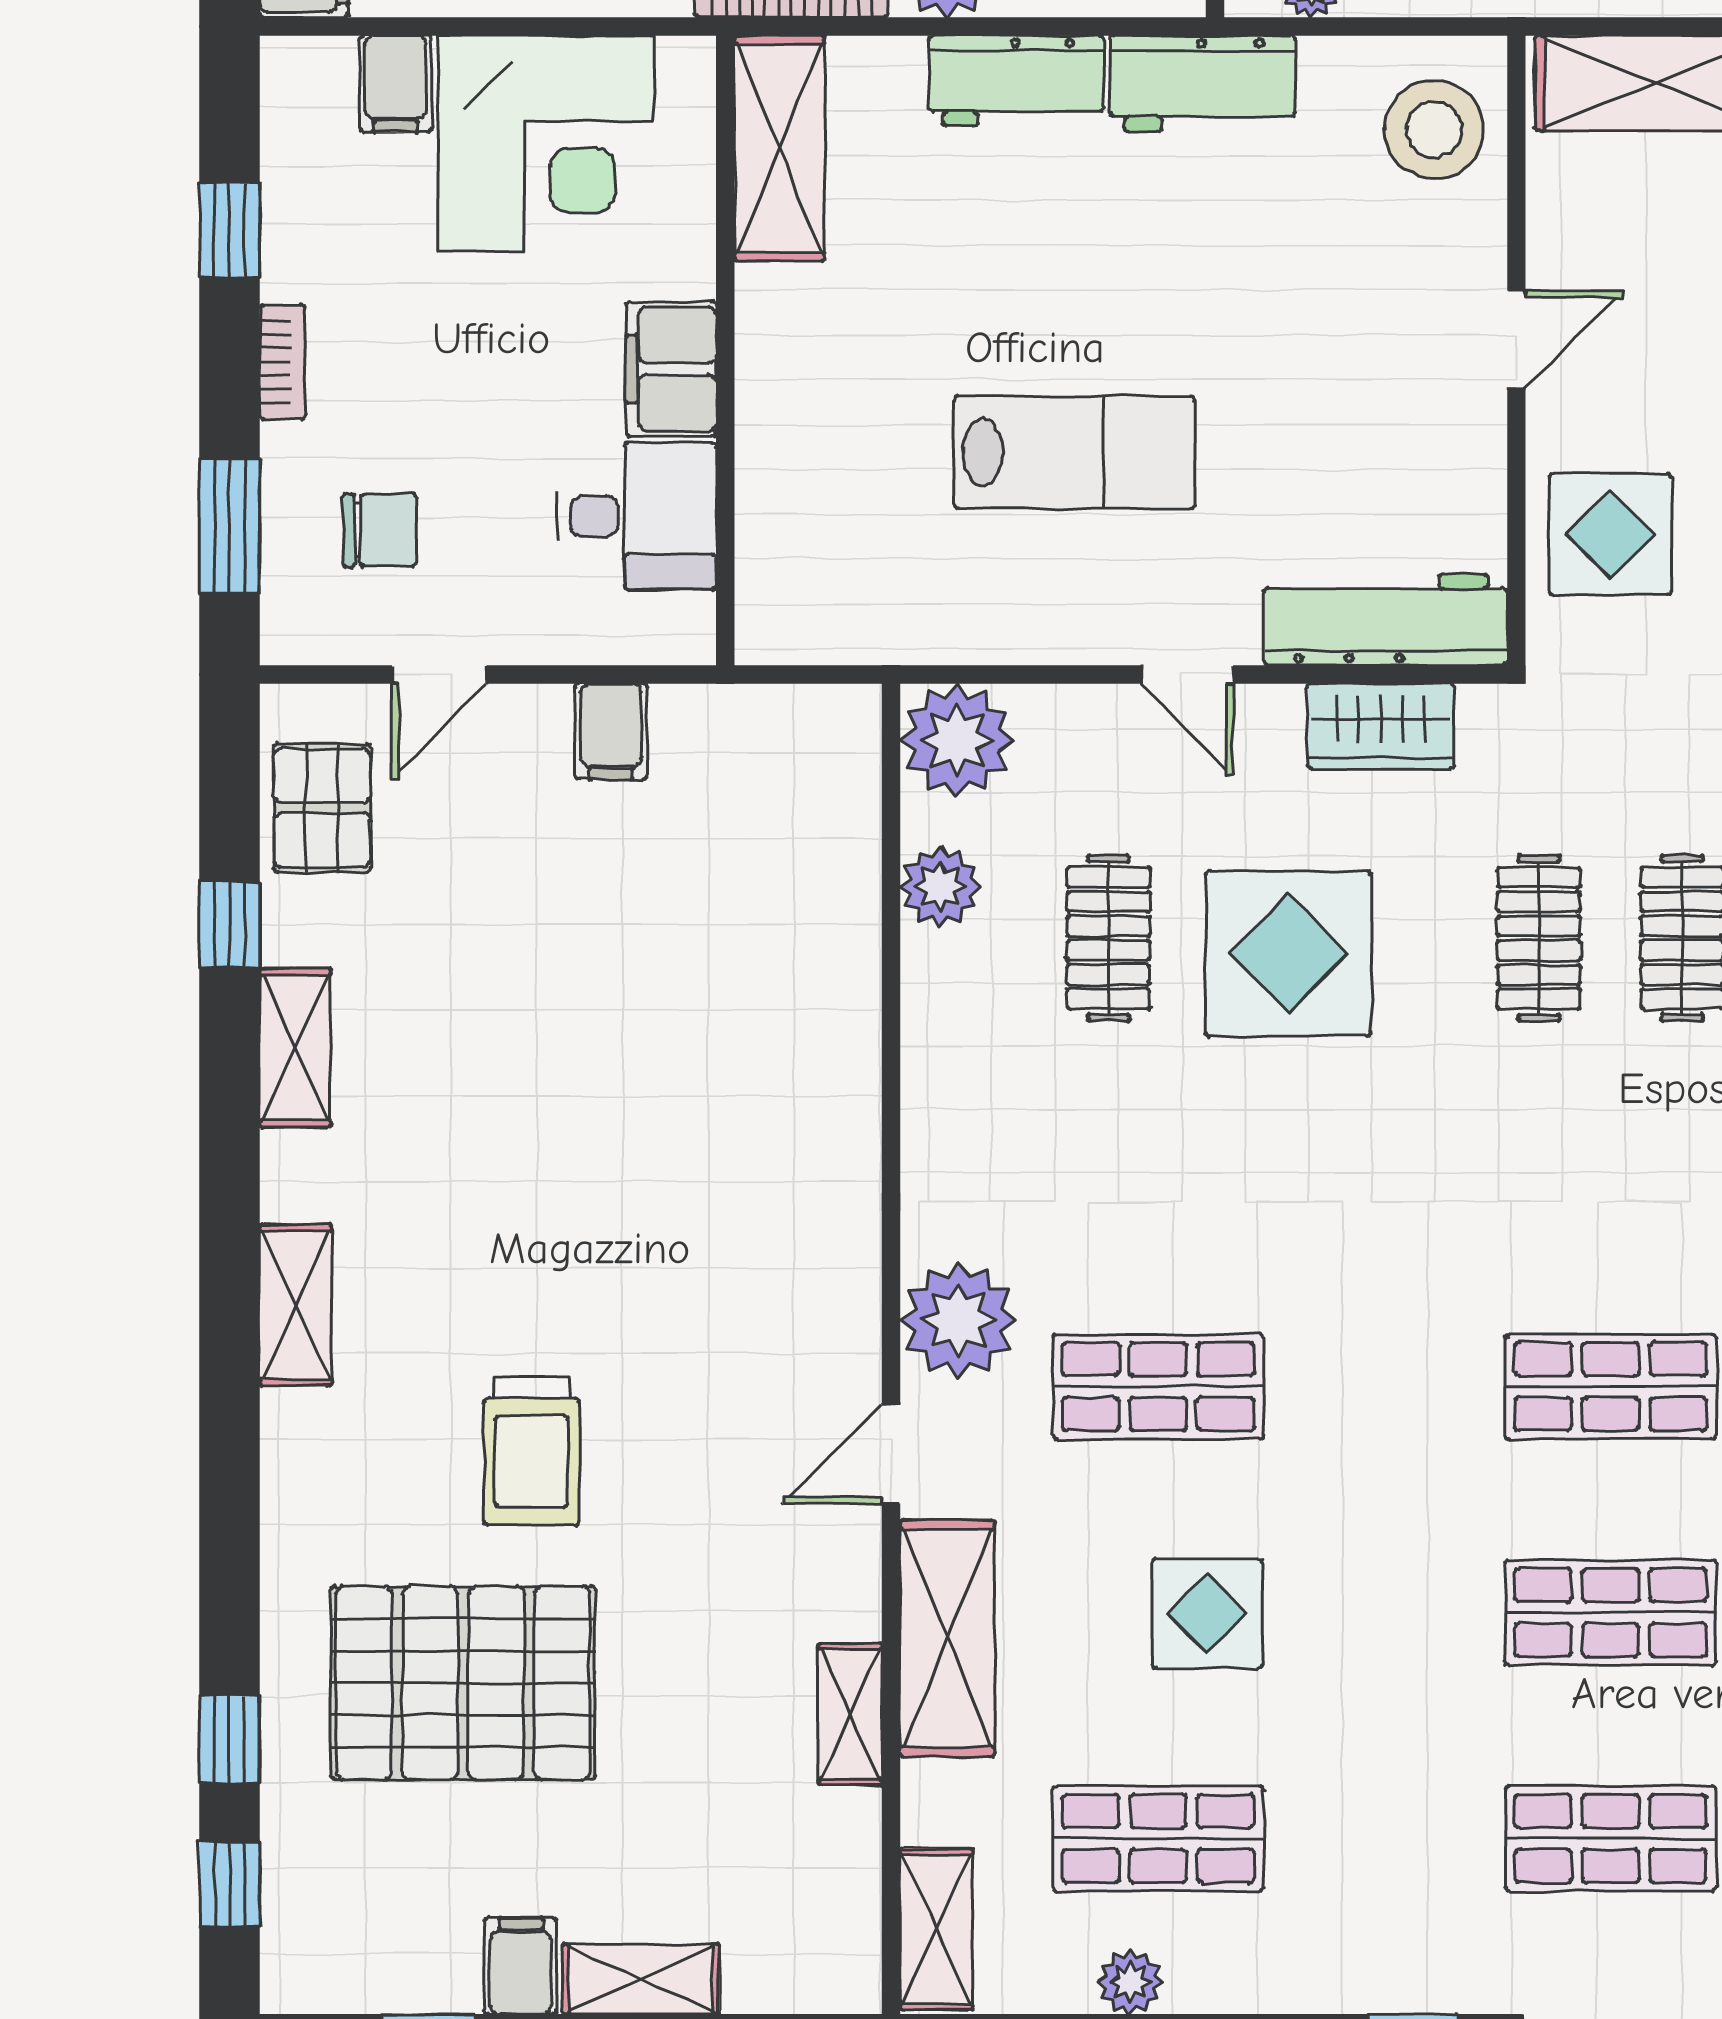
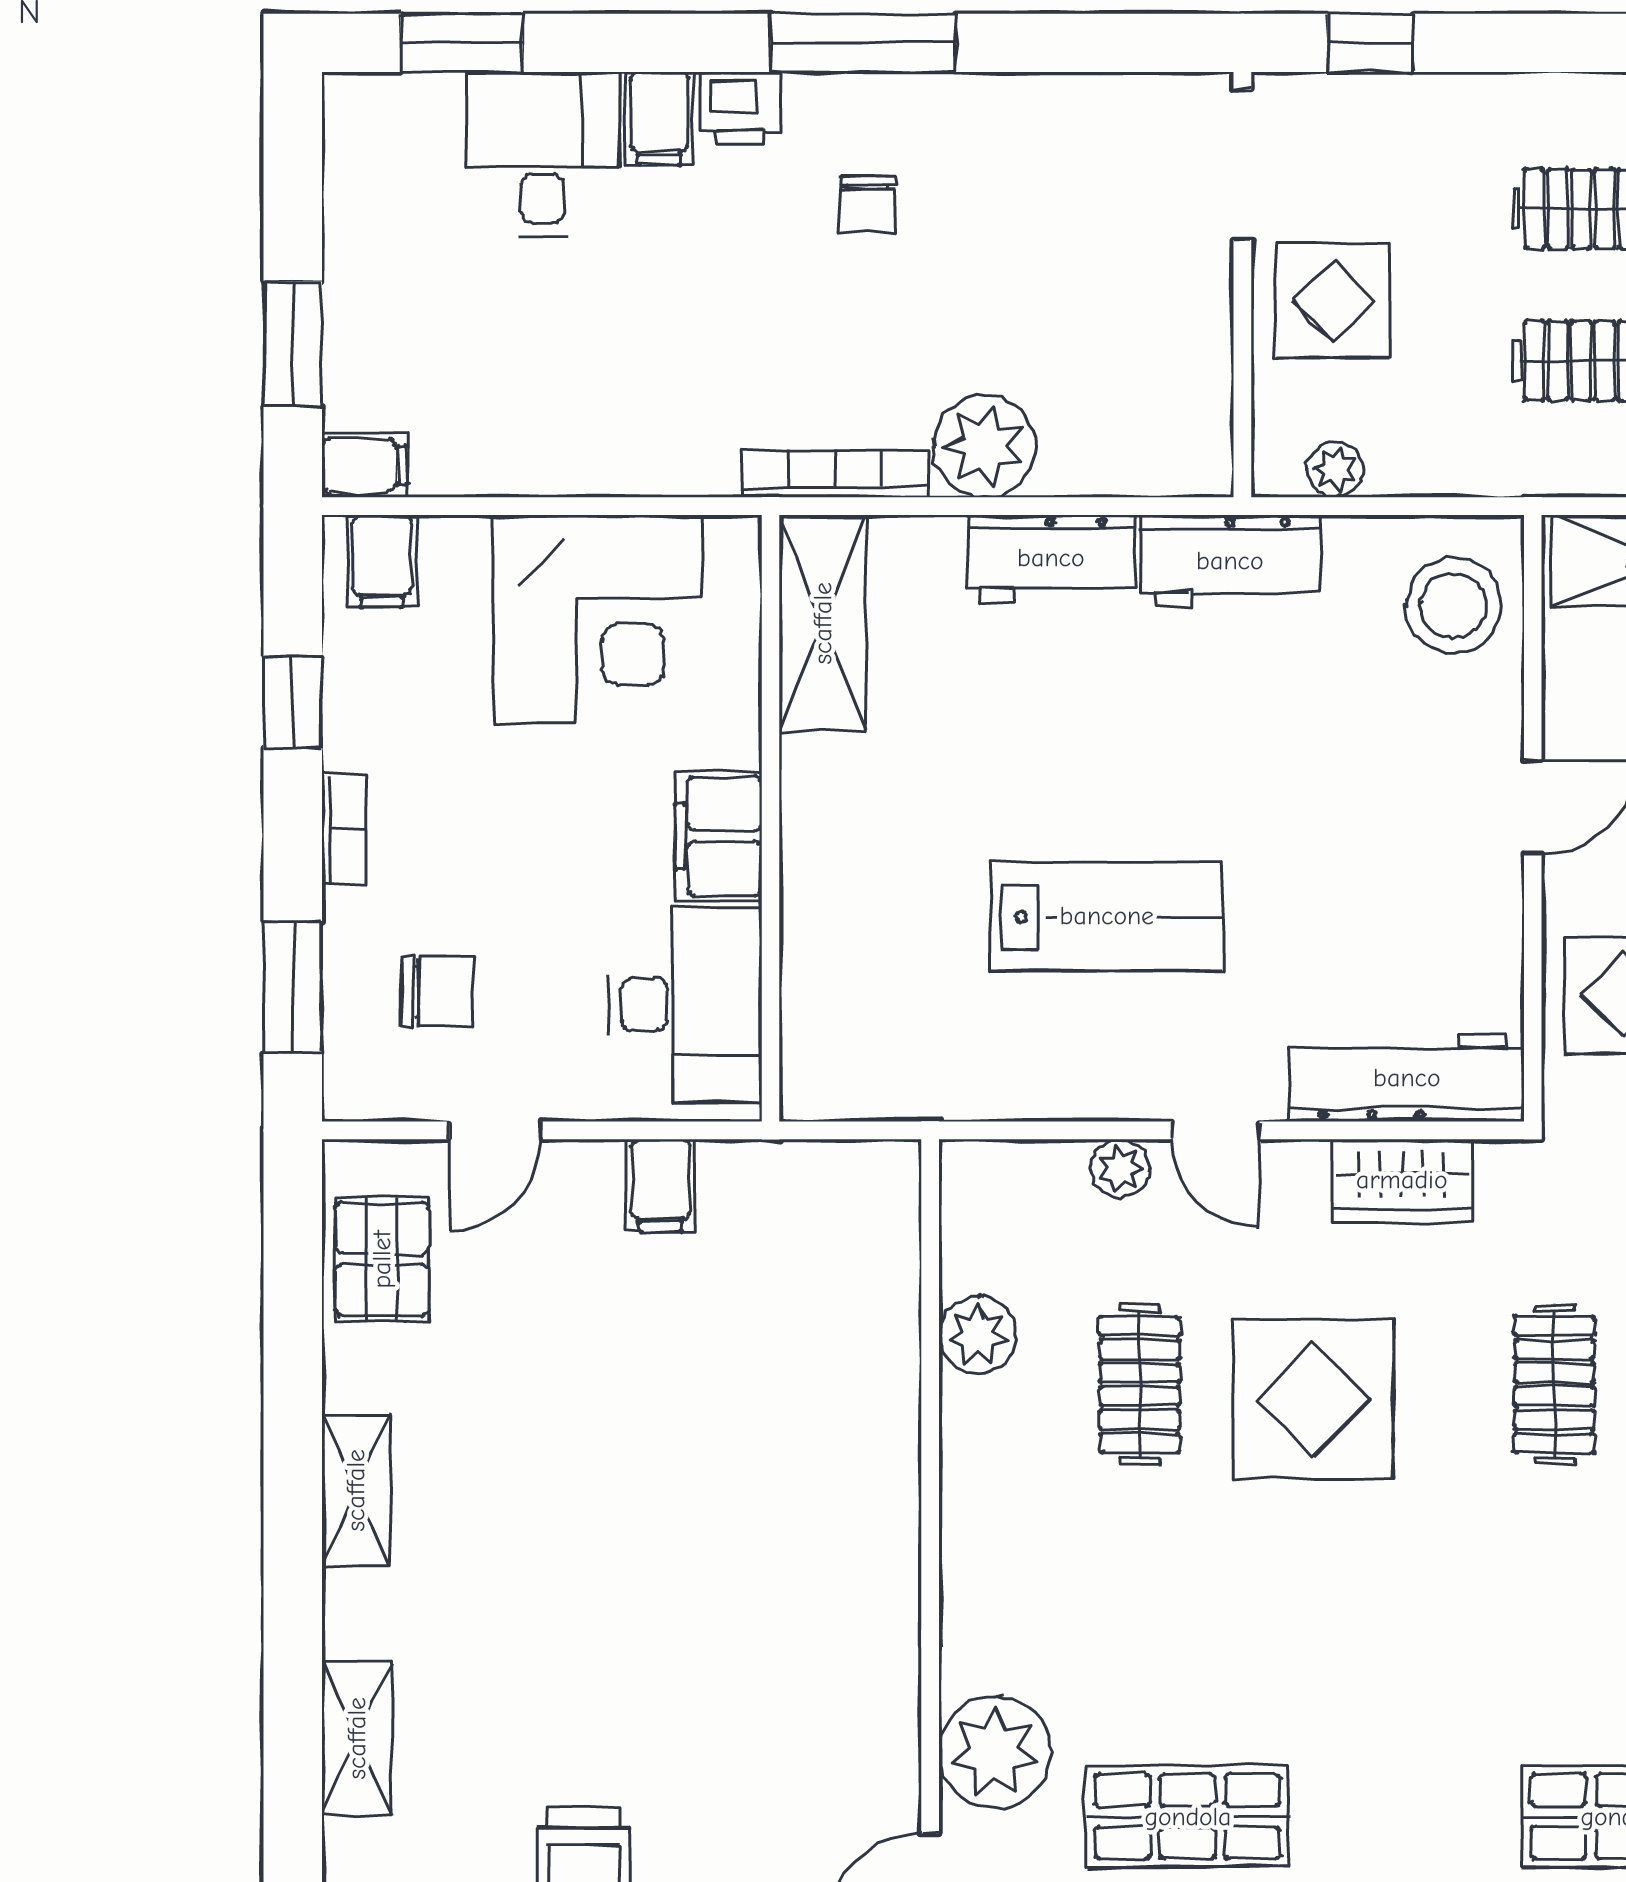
filing cabinet: (396, 84) -> (382, 561), moved
desk: (637, 516) -> (685, 1004), width x1.37
plant: (957, 740) -> (1120, 1168), moved, width x0.53, depth x0.53
window: (229, 925) -> (293, 1372), removed

